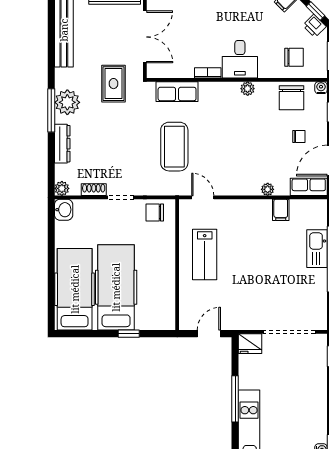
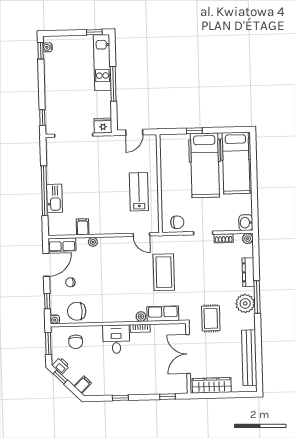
chair: (294, 57) -> (76, 342), turned -90
plant: (248, 89) -> (141, 317), moved
chair: (292, 98) -> (77, 311), turned -90

